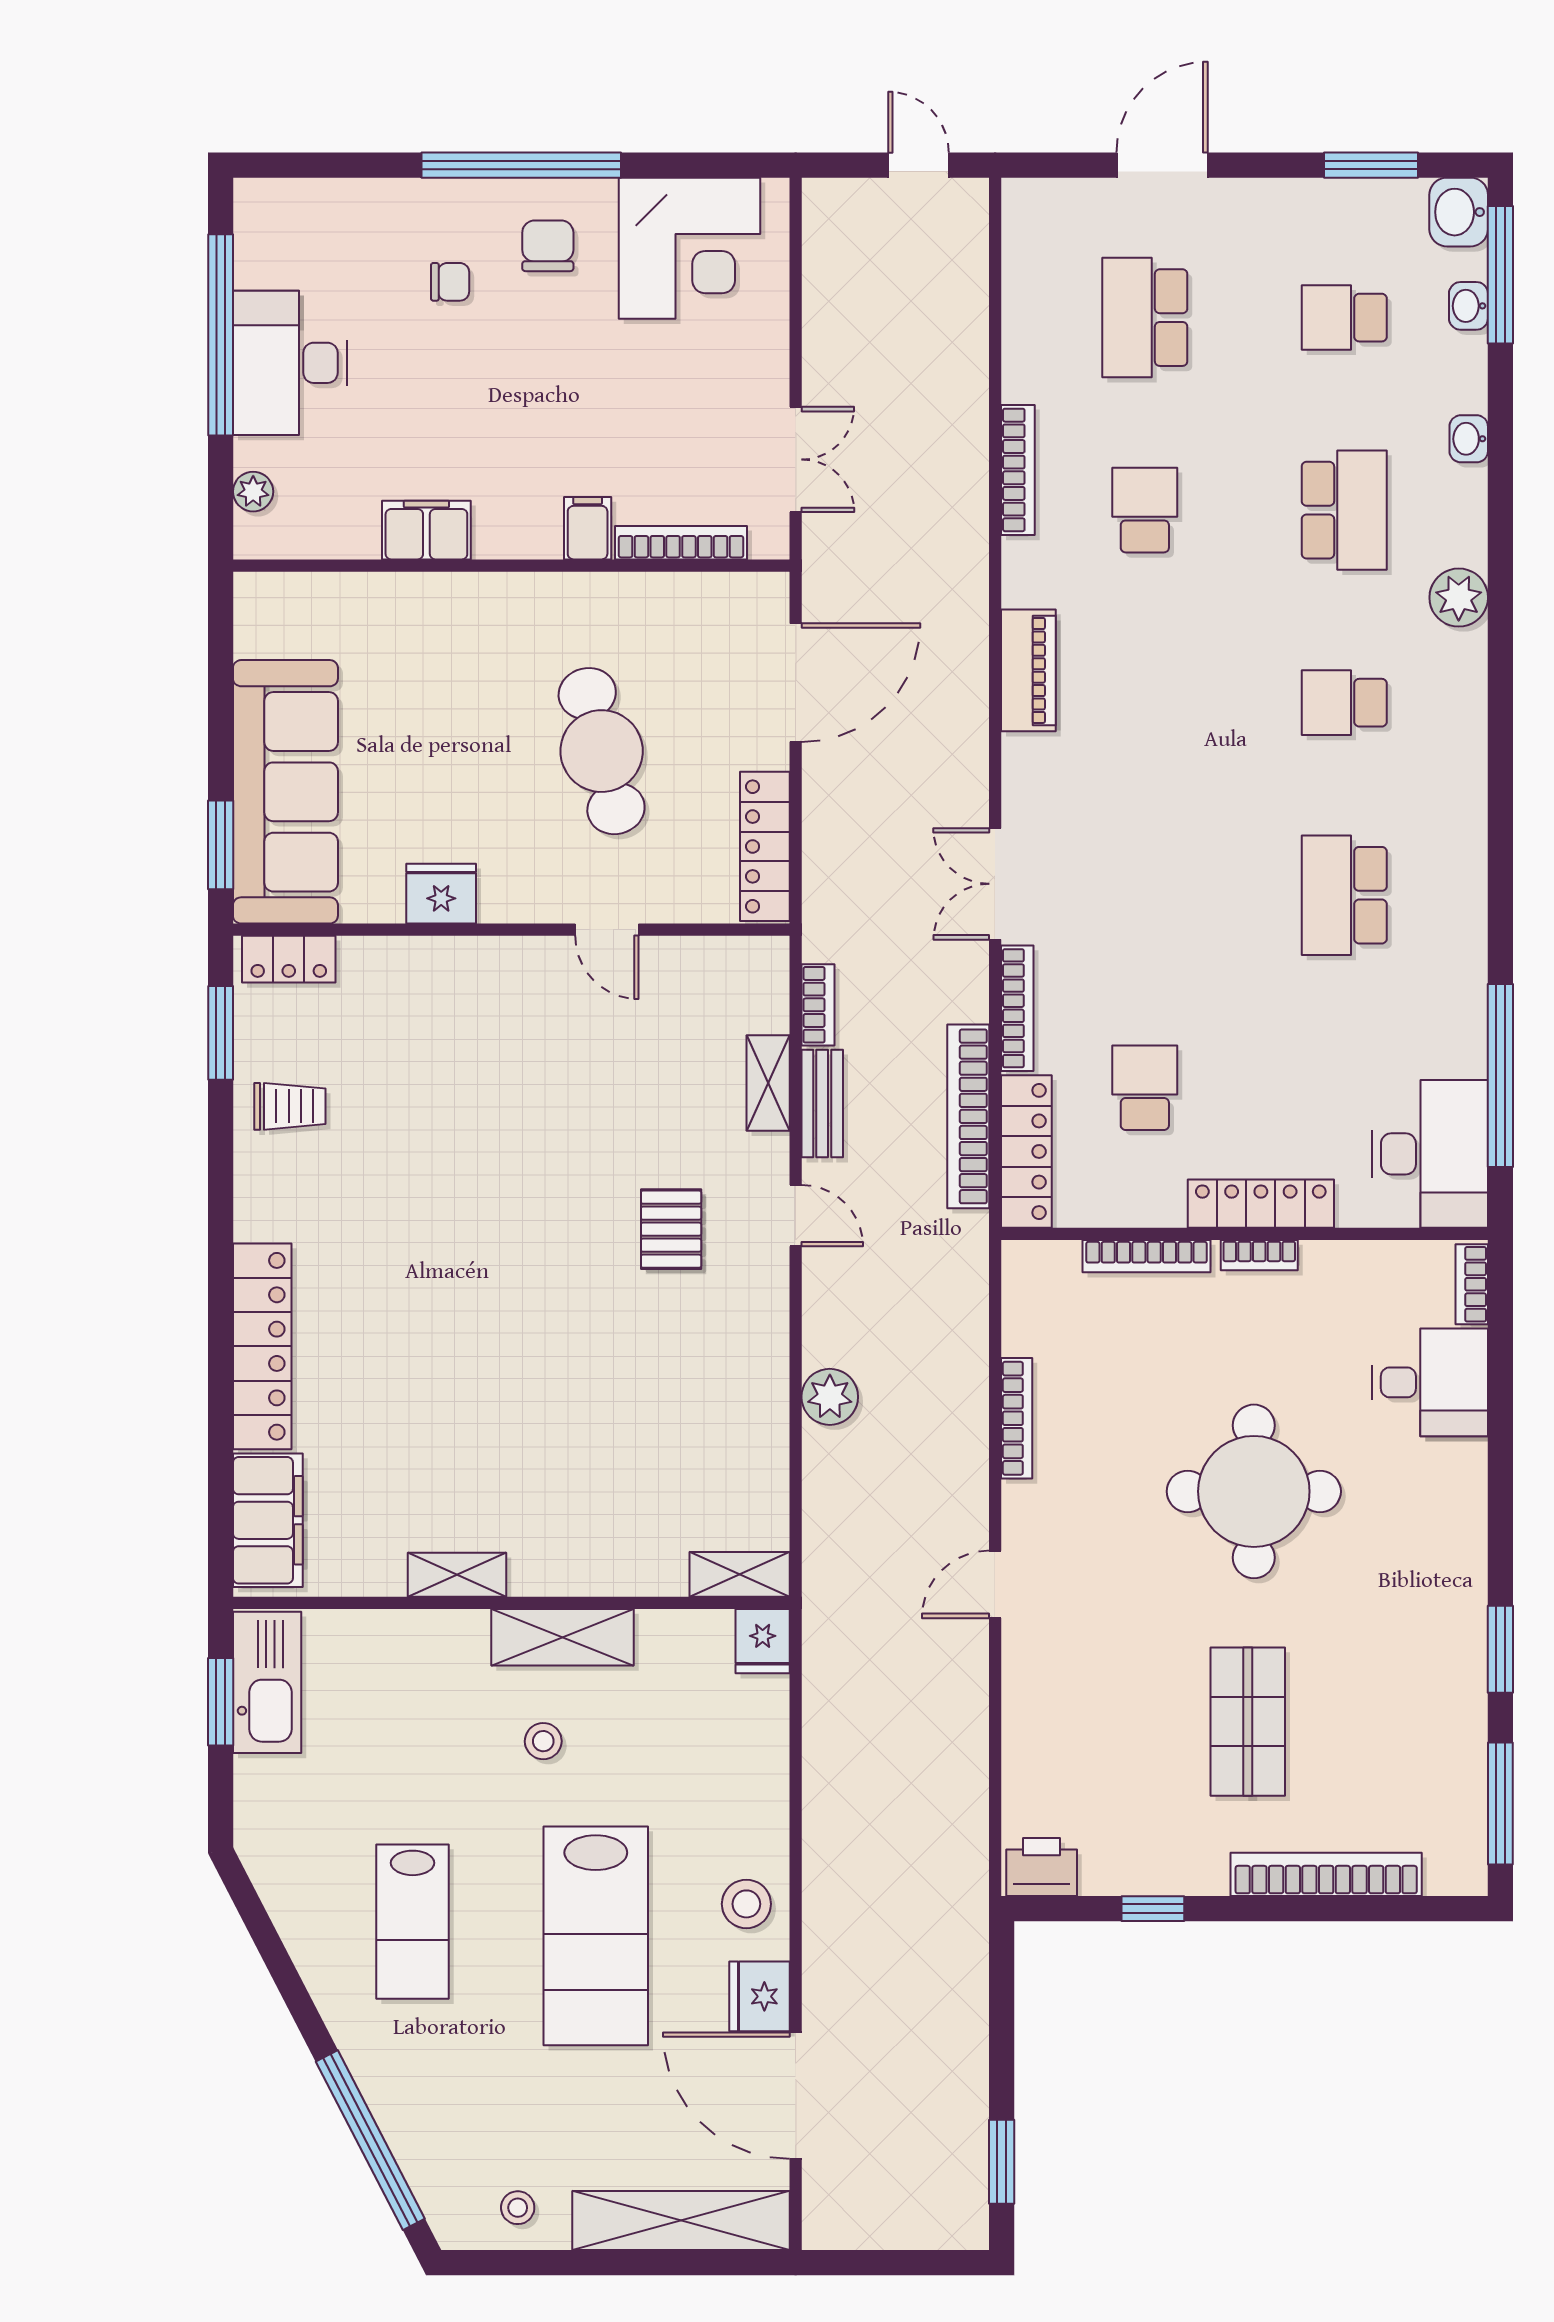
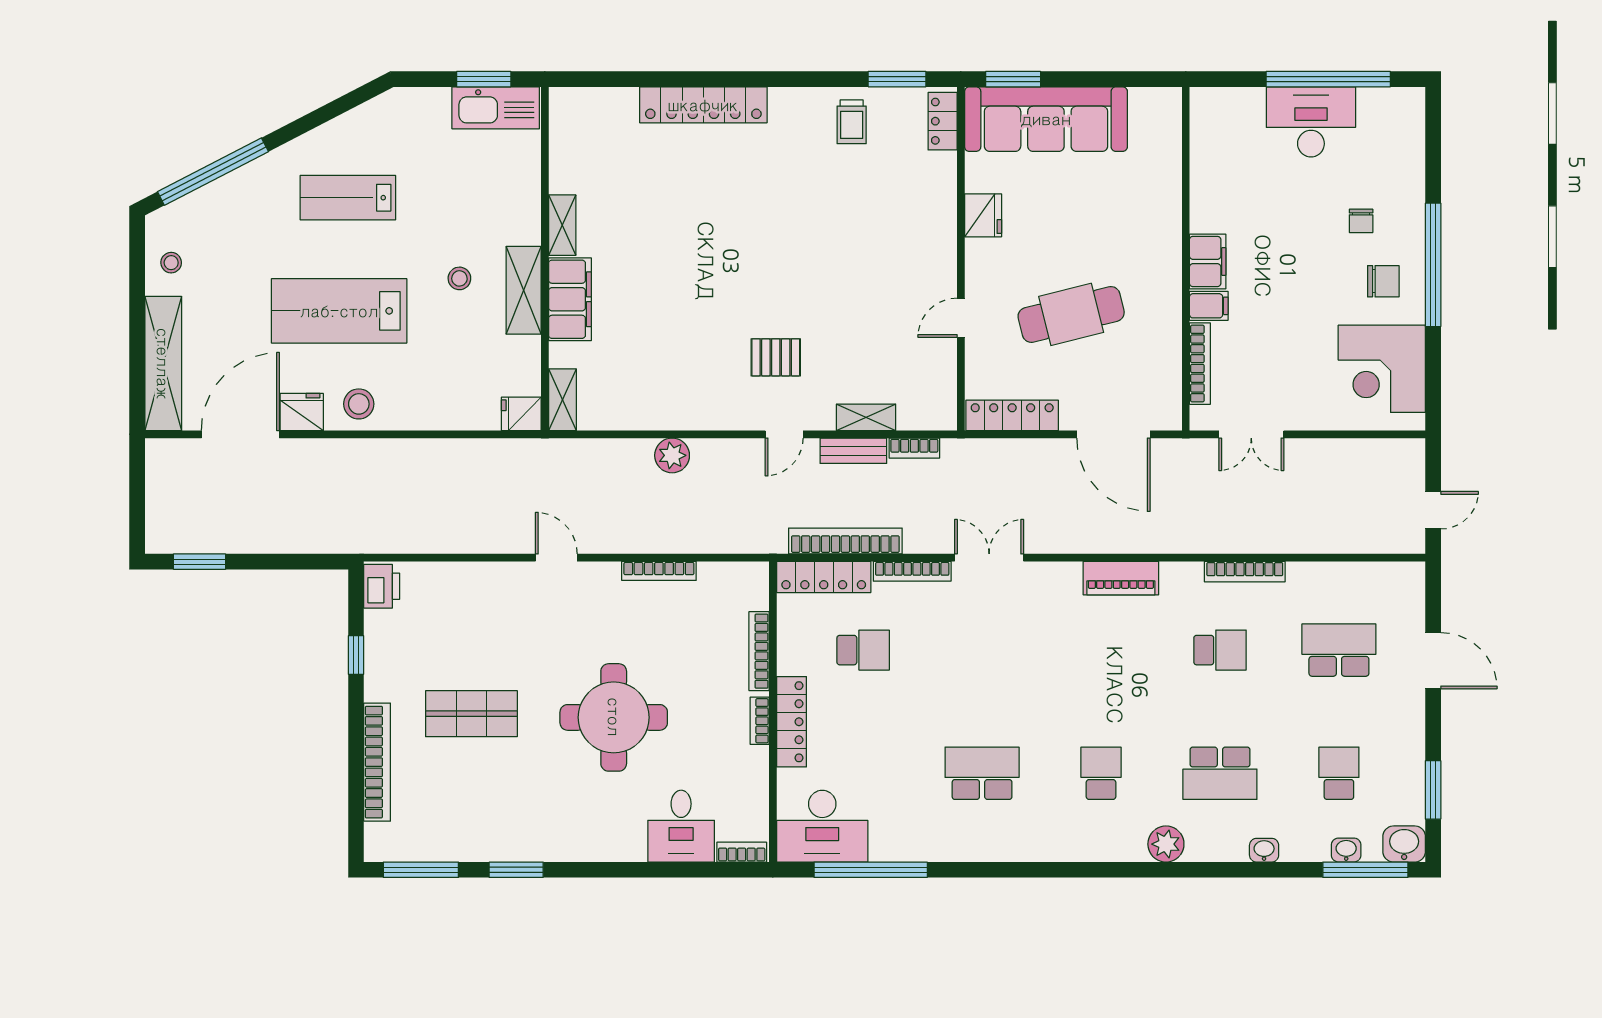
plant: (253, 492) -> (1231, 99), removed
filing cabinet: (426, 530) -> (1208, 261), moved
filing cabinet: (268, 1520) -> (570, 299), moved, turned -90

